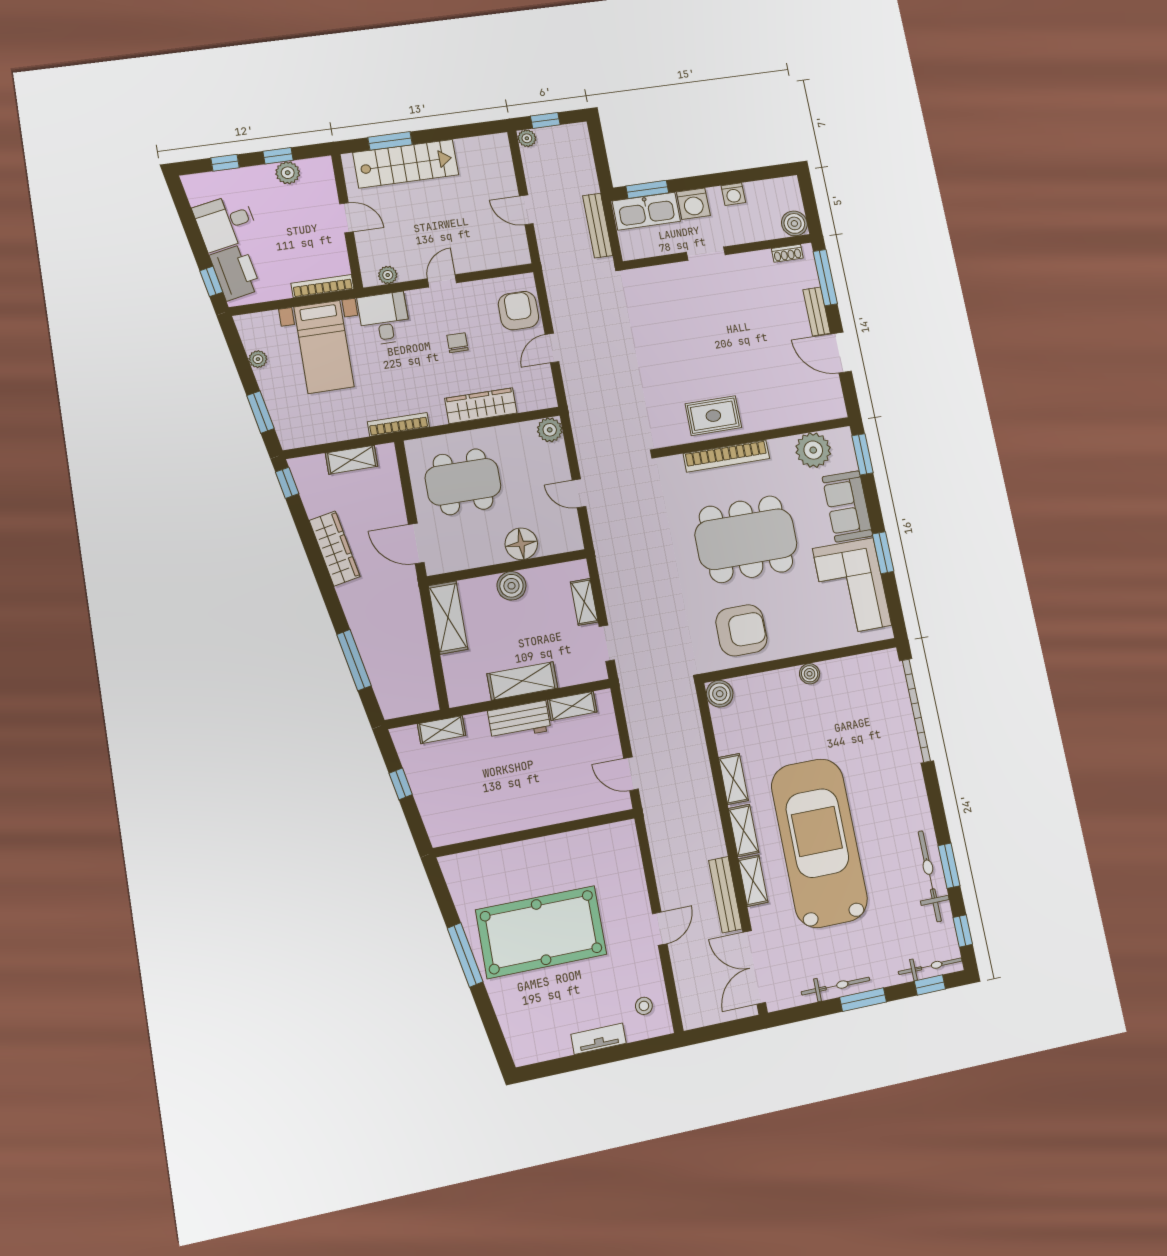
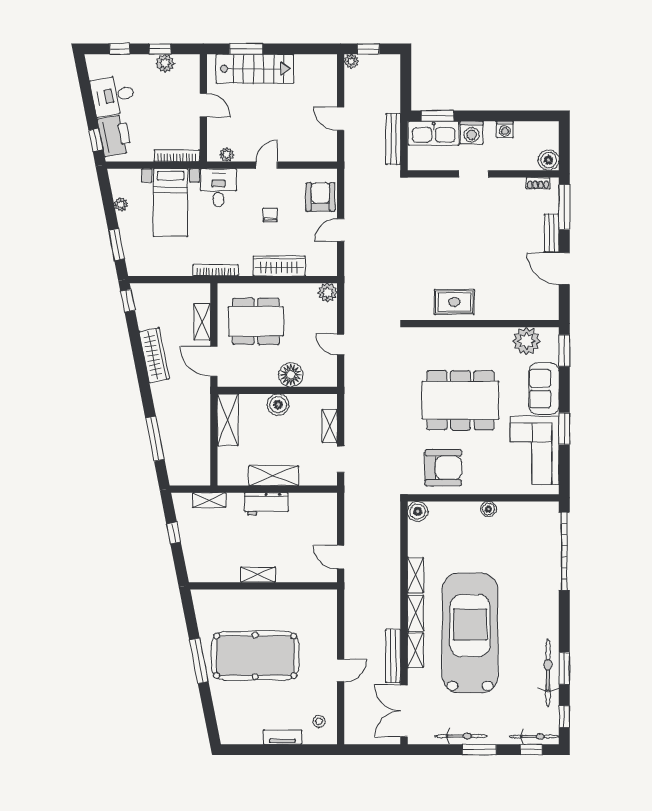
bookcase: (726, 456) -> (458, 335), removed
shelving: (352, 460) -> (202, 322), moved, turned 90
shelving: (572, 706) -> (258, 575), moved

